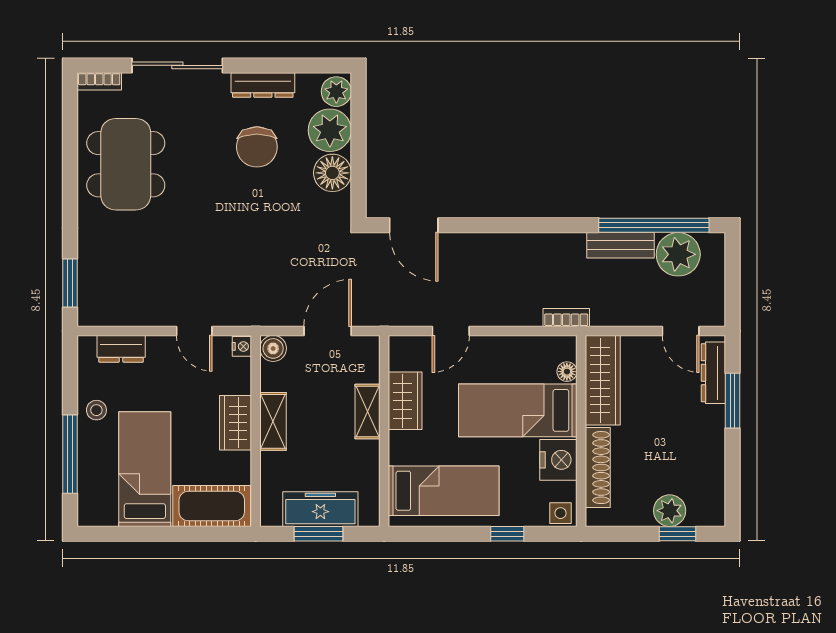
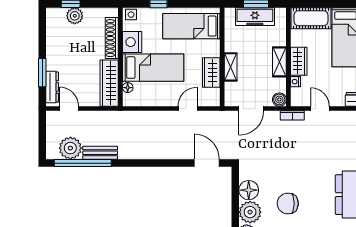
chair: (257, 147) -> (288, 203), turned -90
bookcase: (566, 317) -> (292, 115), moved
nightstand: (242, 346) -> (295, 82), moved

